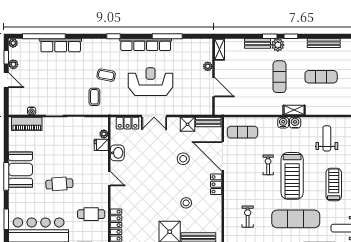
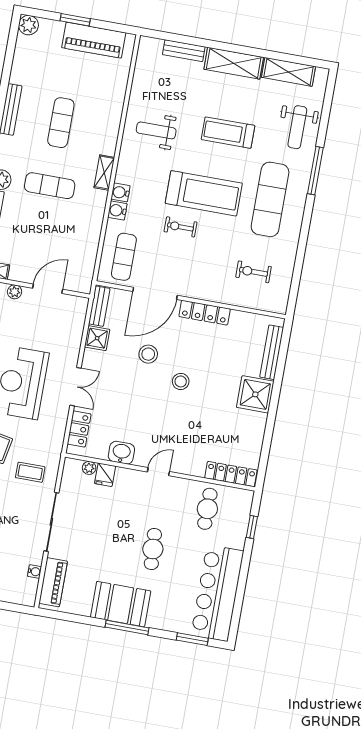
water cooler: (295, 123) -> (117, 210), moved
locker: (216, 184) -> (205, 313), width x1.53
stool: (186, 203) -> (181, 381), moved

